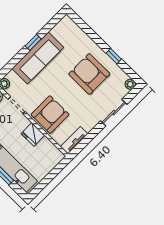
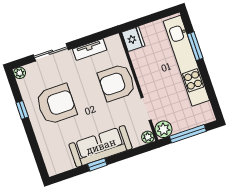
armchair: (89, 74) -> (56, 104), turned -90
fridge: (33, 134) -> (133, 39), moved
tv unit: (74, 140) -> (90, 49), moved

